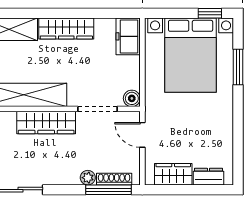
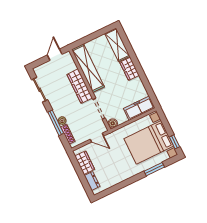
wardrobe: (66, 29) -> (130, 69), width x0.67
freezer: (128, 36) -> (139, 108), width x1.40
door: (142, 135) -> (97, 138), swing flipped
window: (108, 190) -> (56, 123), moved

